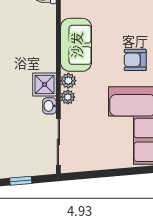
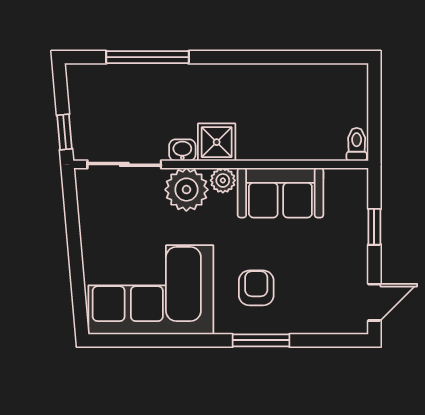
plant: (68, 97) -> (186, 190), width x1.88, depth x1.88
window: (21, 181) -> (65, 132), moved

